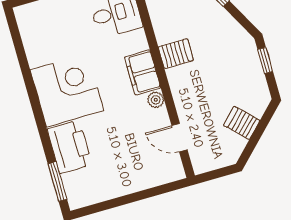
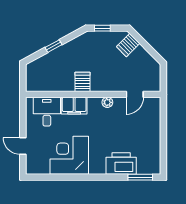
filing cabinet: (143, 72) -> (74, 106), moved
corner desk: (67, 90) -> (69, 155), moved
server rack: (242, 123) -> (128, 45), moved

